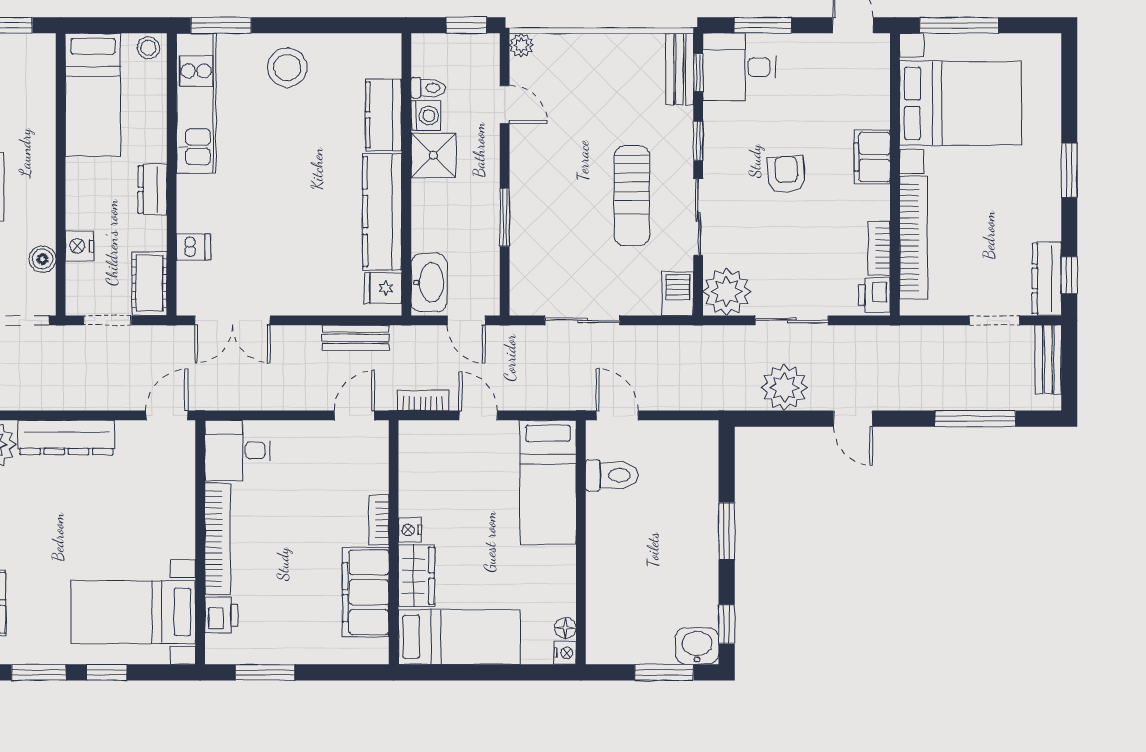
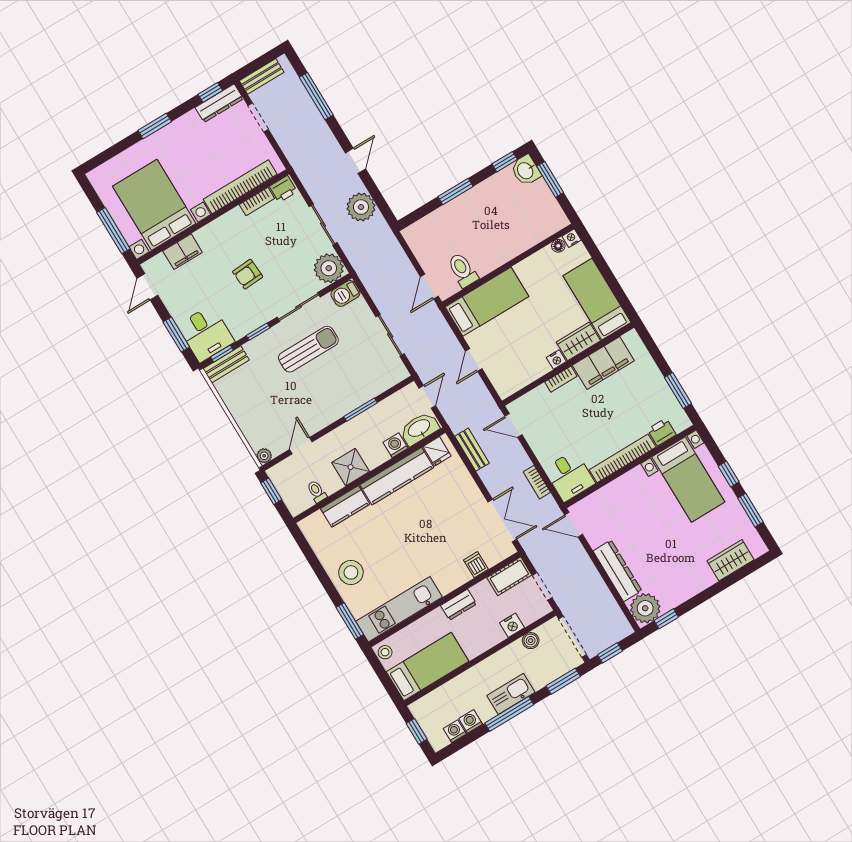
washing machine: (426, 116) -> (396, 445), moved
filing cabinet: (872, 157) -> (183, 252), moved
bookcase: (423, 400) -> (537, 482), moved

